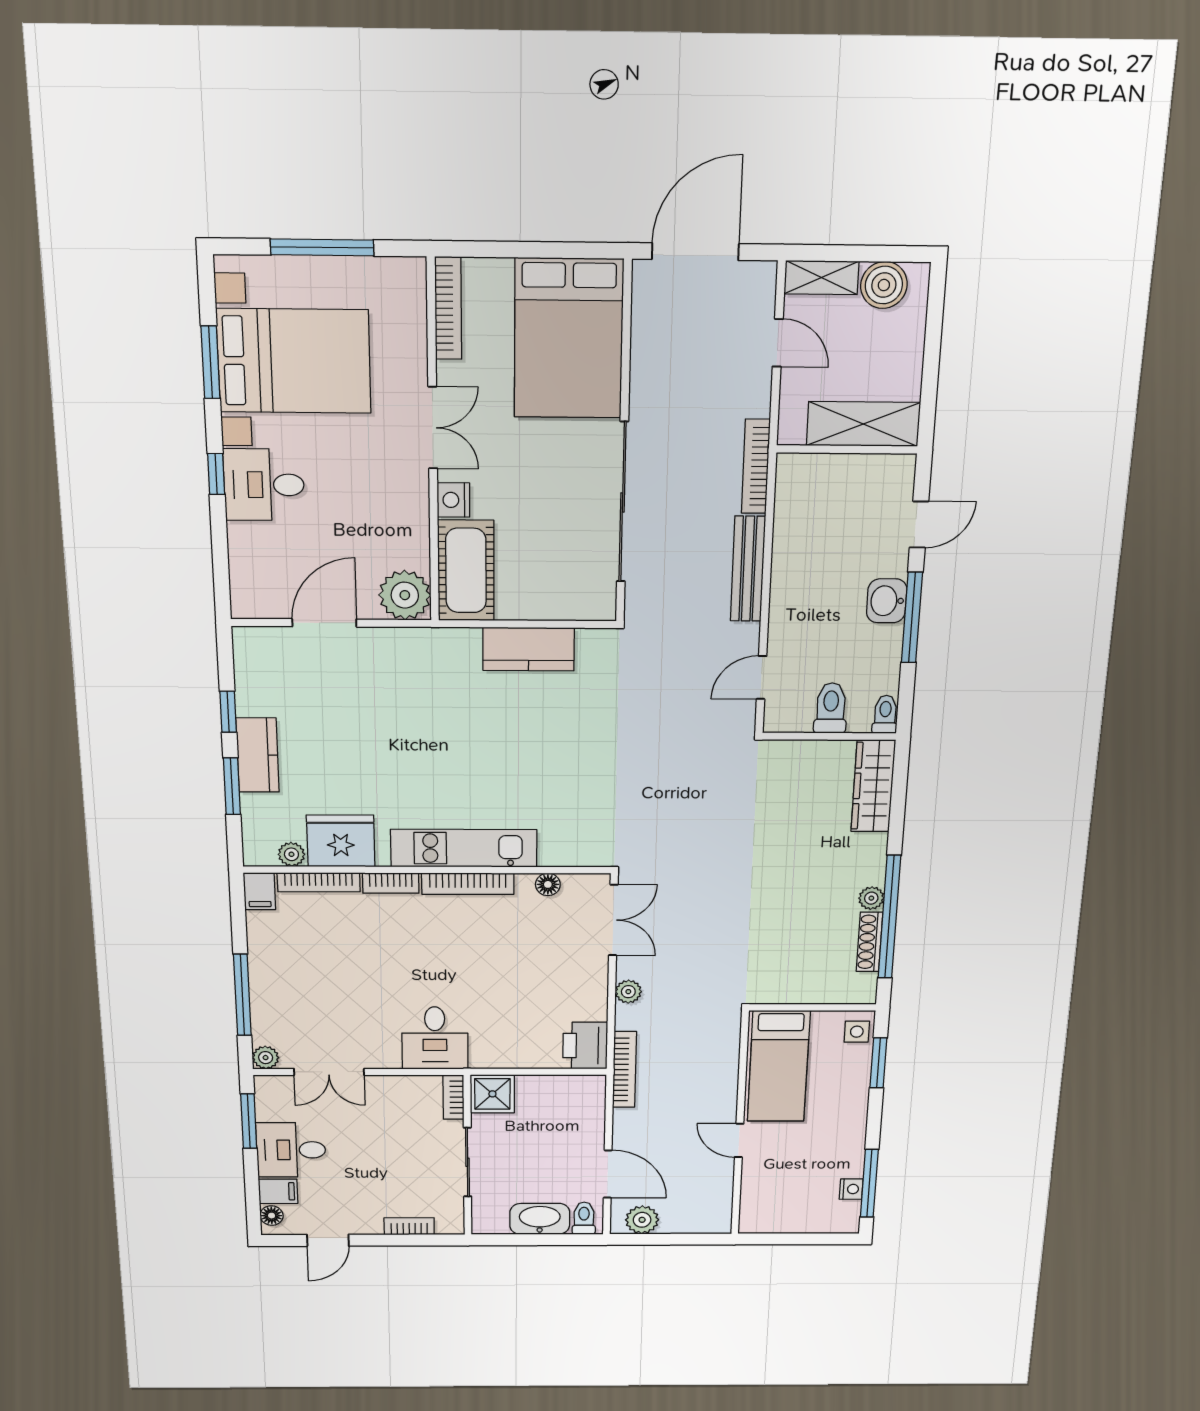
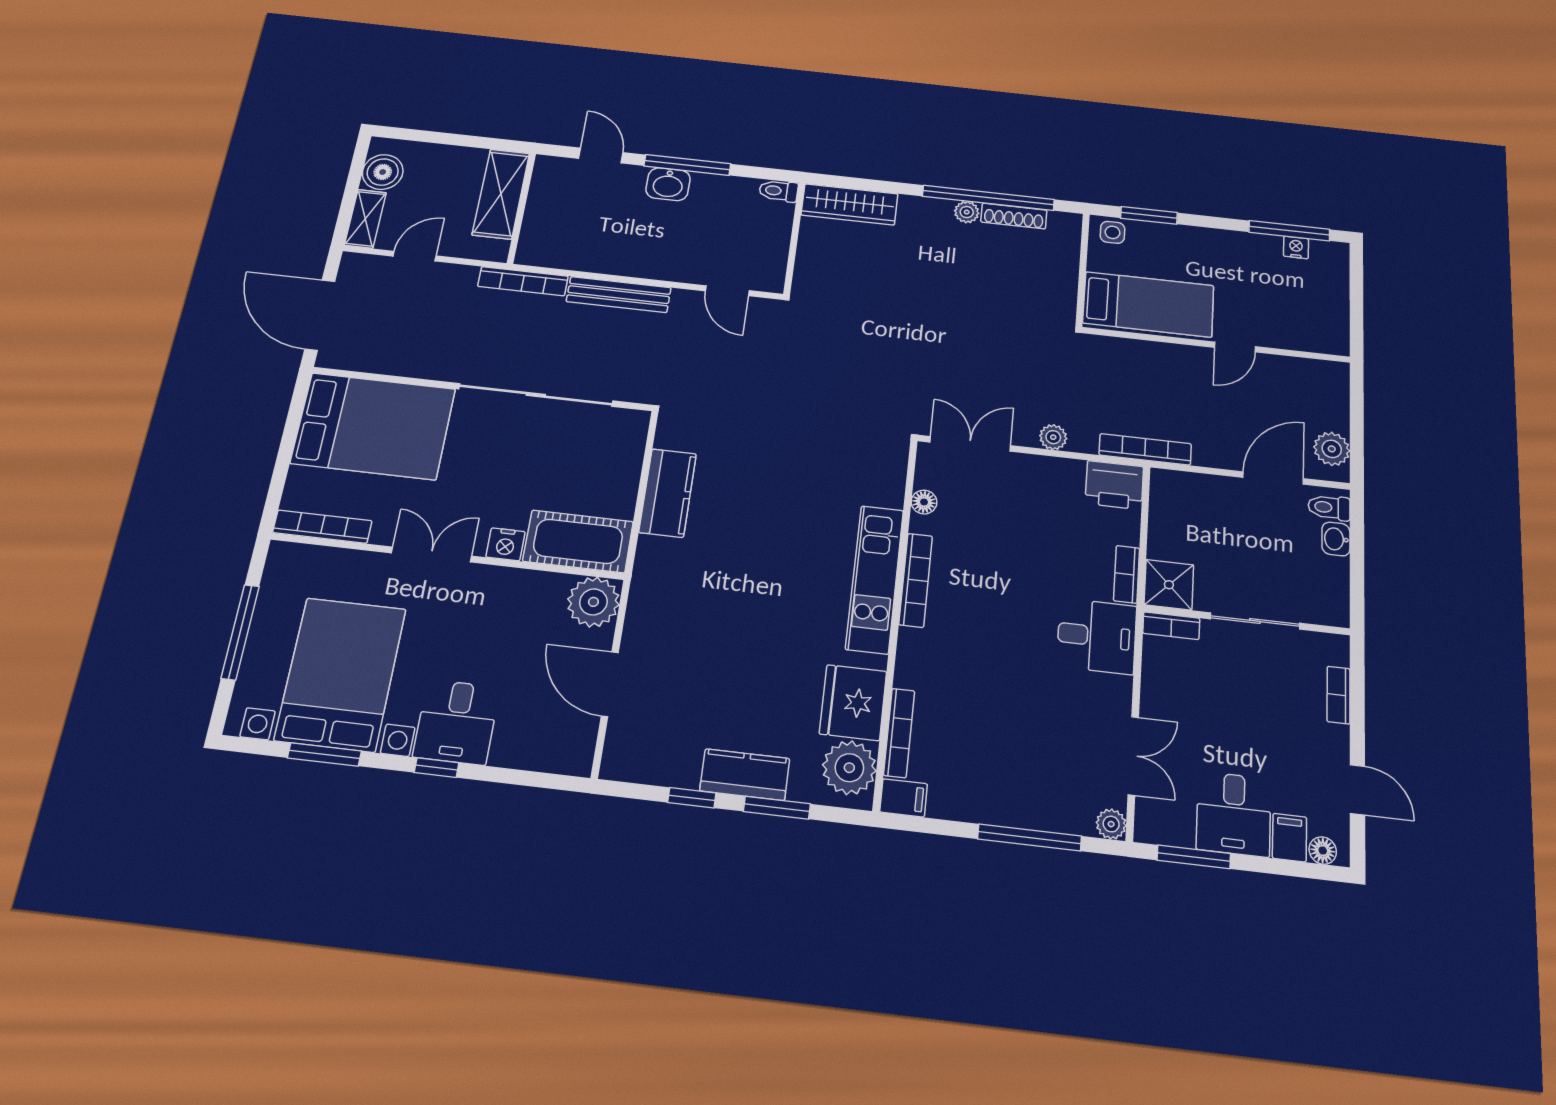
toilet: (831, 708) -> (766, 235), removed
plant: (291, 854) -> (849, 768), width x1.87, depth x1.87
bookcase: (391, 883) -> (1127, 574), moved, turned 180
washbasin: (540, 1219) -> (1336, 539), width x0.52, depth x0.69

